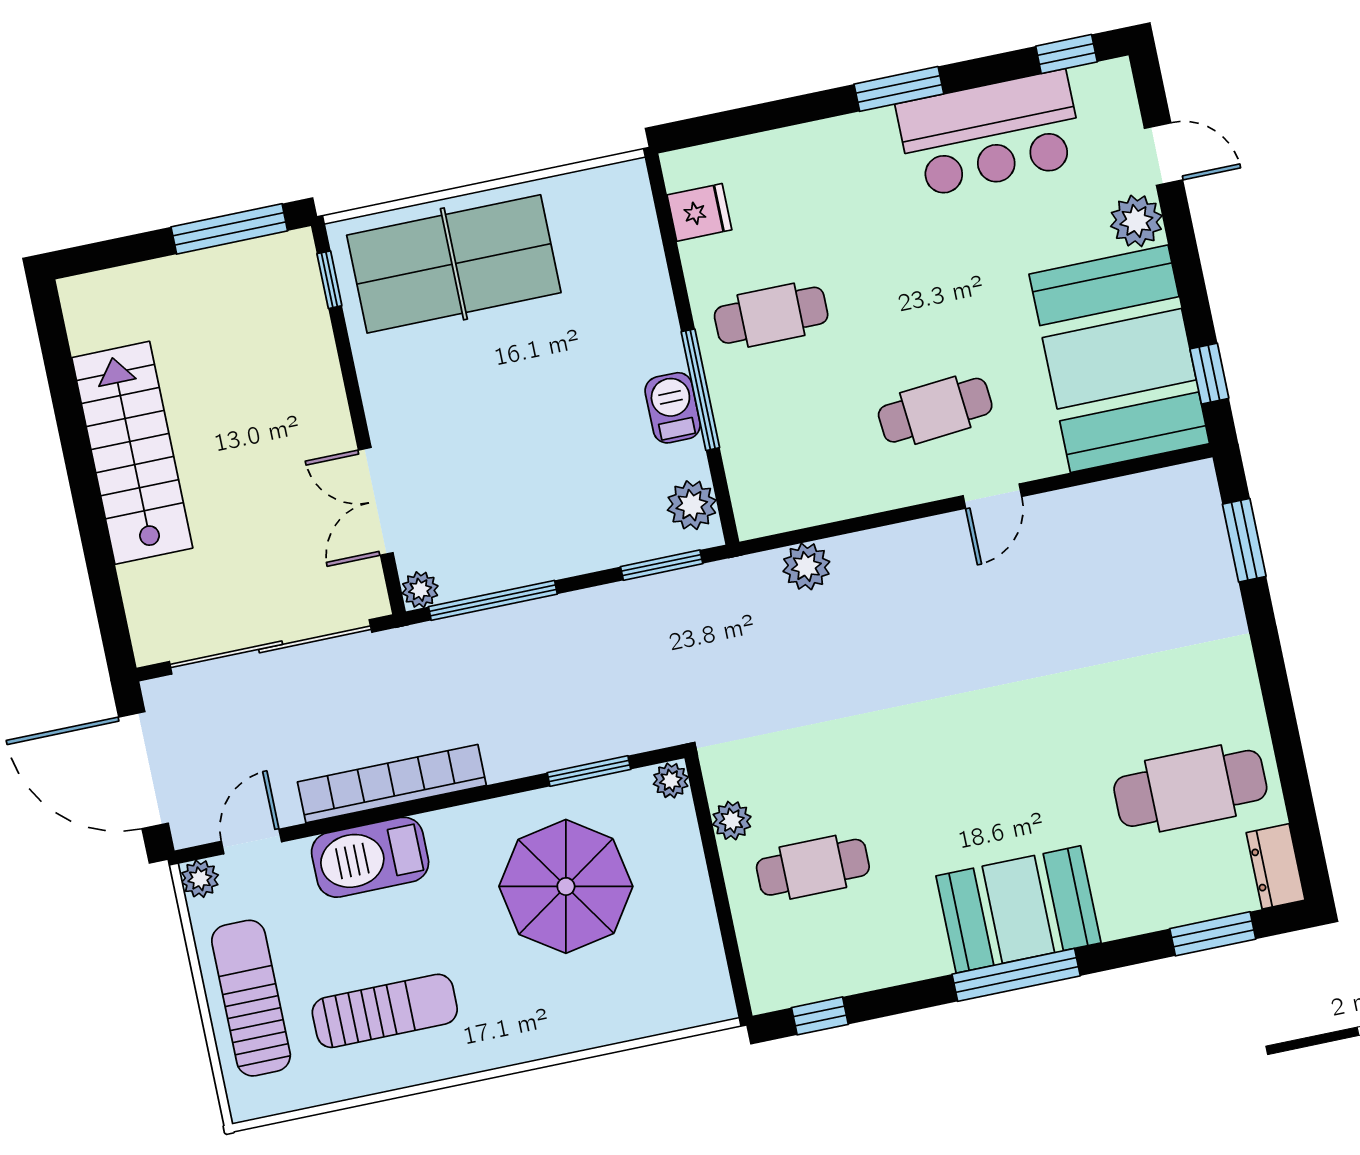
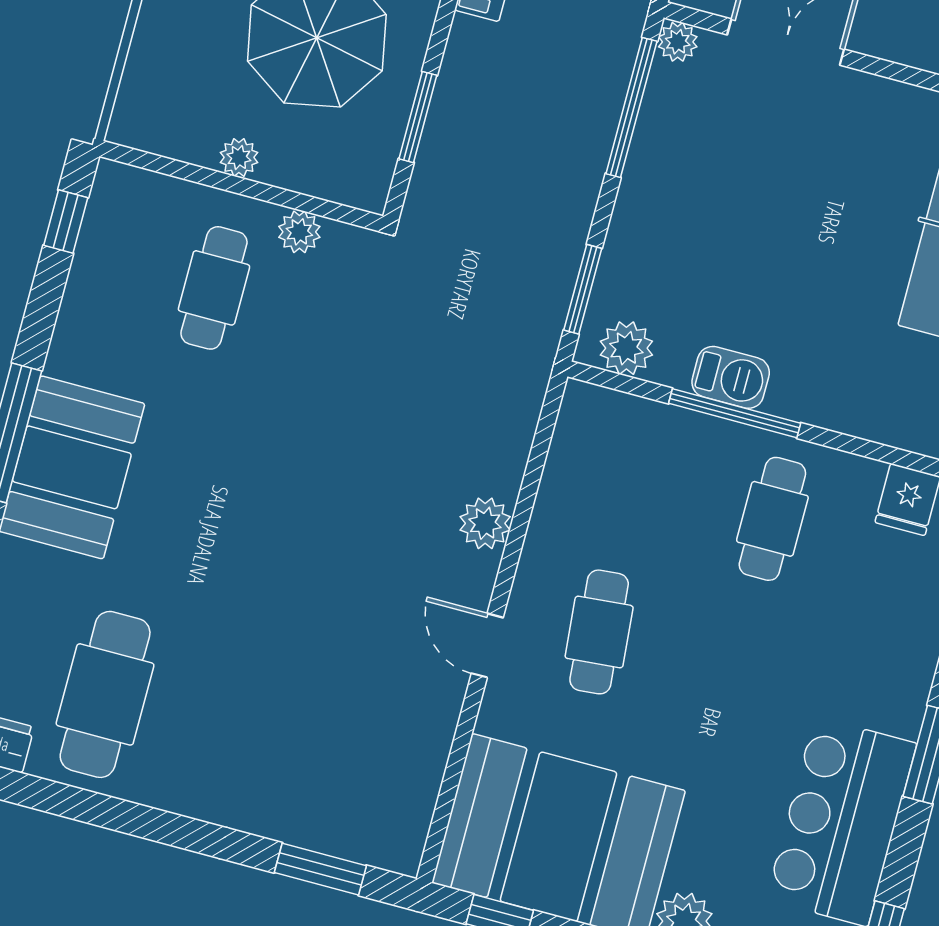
plant: (806, 566) -> (485, 523), moved
plant: (671, 781) -> (239, 157), moved

